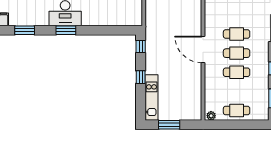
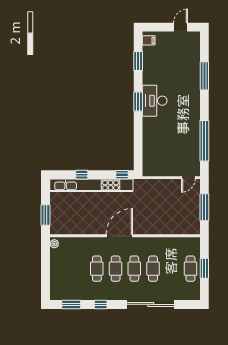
window: (141, 77) -> (82, 175), moved
kitchen unit: (151, 97) -> (91, 185), width x1.86
cafe table: (237, 110) -> (153, 269), moved
window: (169, 125) -> (45, 215), moved

